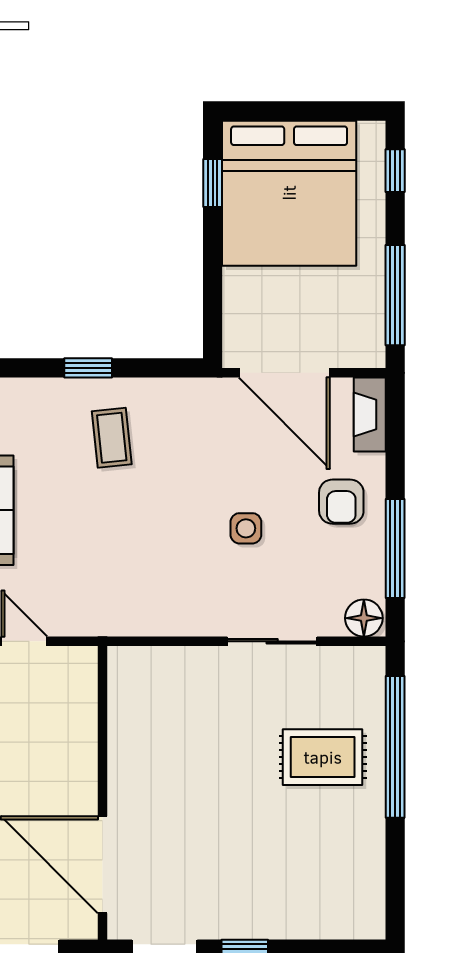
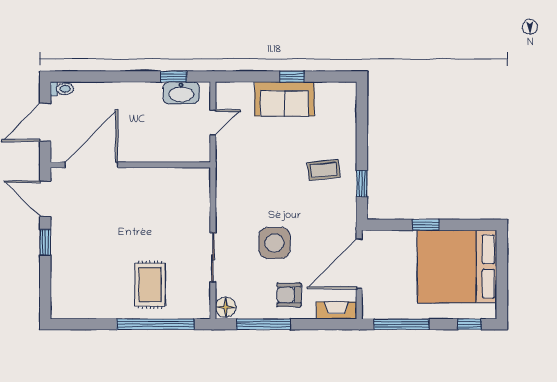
window: (213, 183) -> (426, 225), moved
window: (88, 368) -> (362, 184), moved
side table: (246, 528) -> (275, 243), width x1.87, depth x1.87

